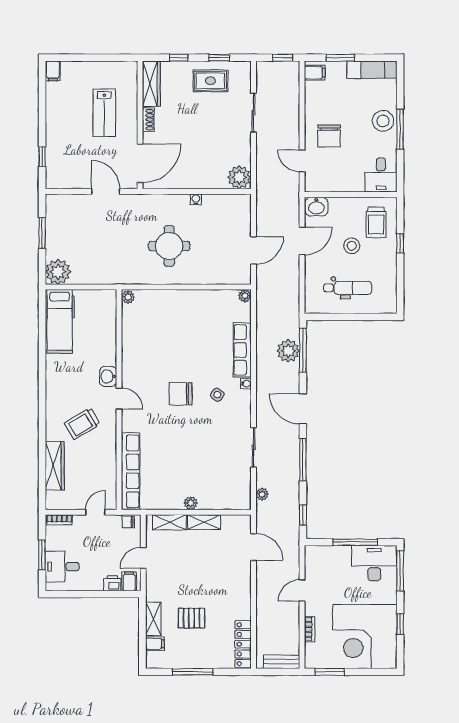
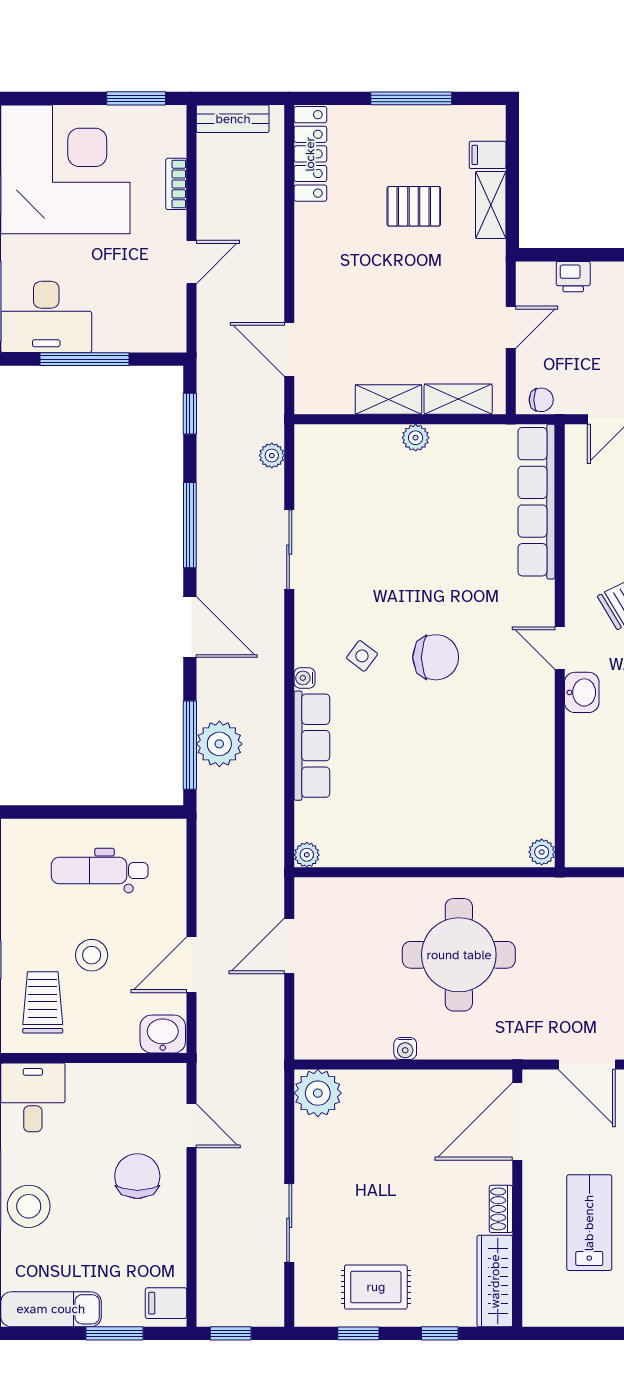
round table: (169, 246) -> (459, 955), width x1.36, depth x1.36
filing cabinet: (129, 581) -> (539, 280), removed

